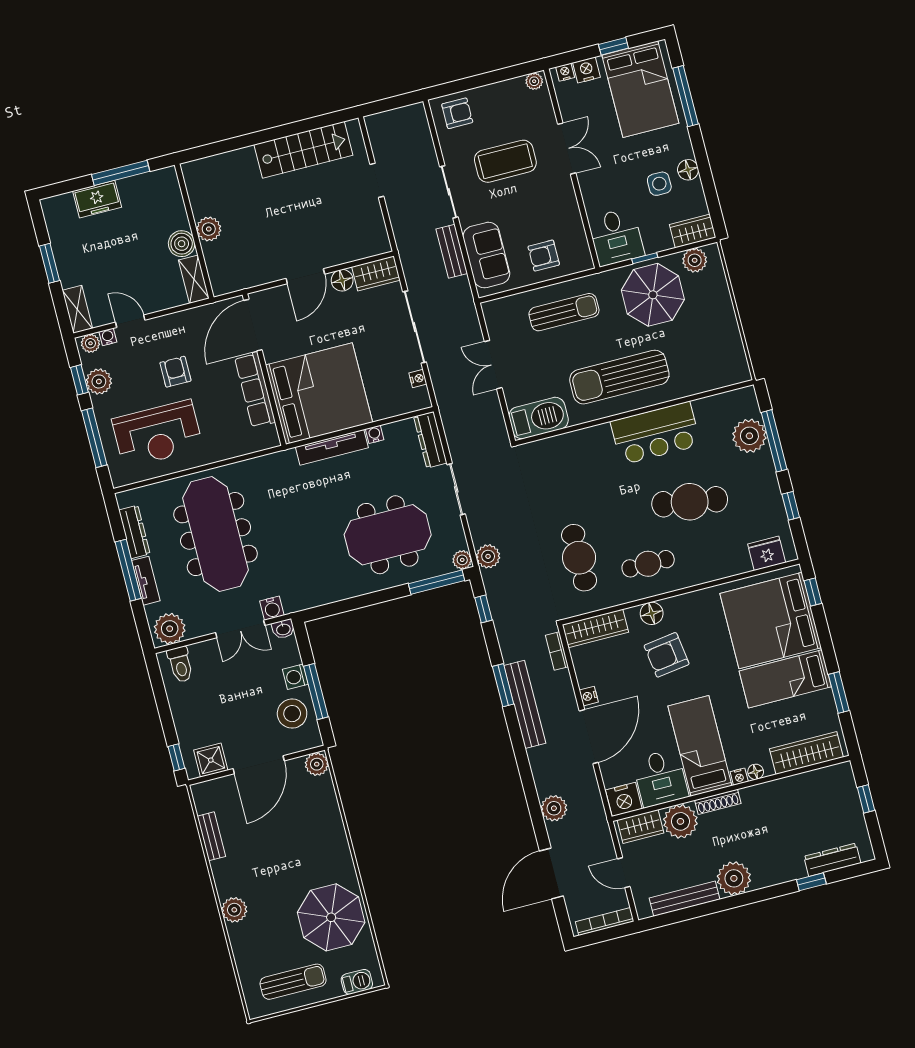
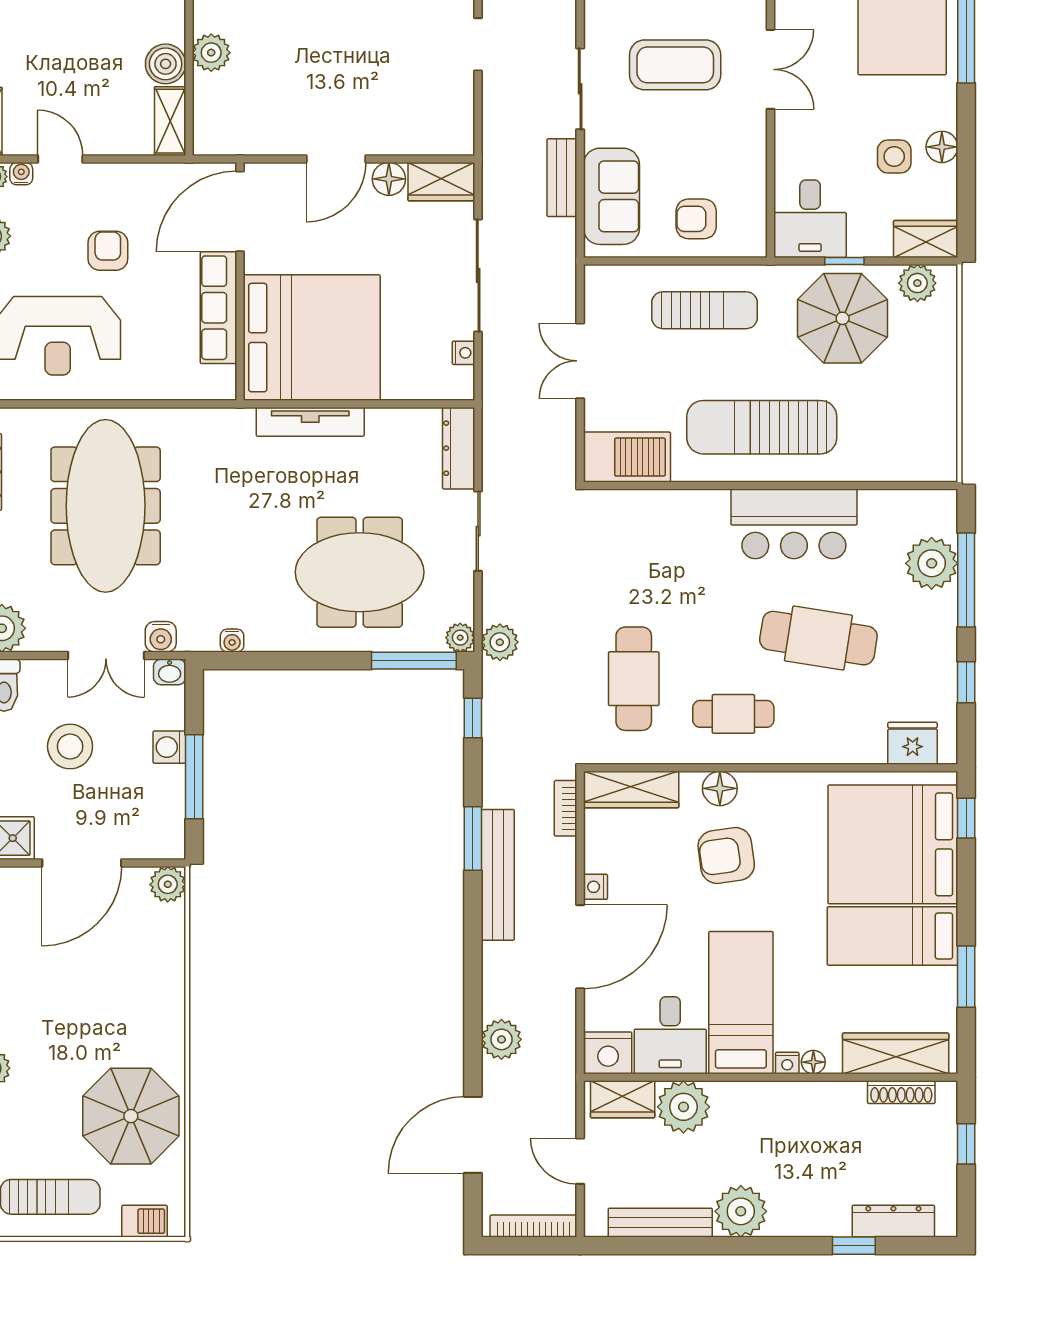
water cooler: (375, 434) -> (232, 641), moved, turned 180
stool: (292, 714) -> (70, 746), moved
shoe rack: (718, 802) -> (901, 1092), moved

